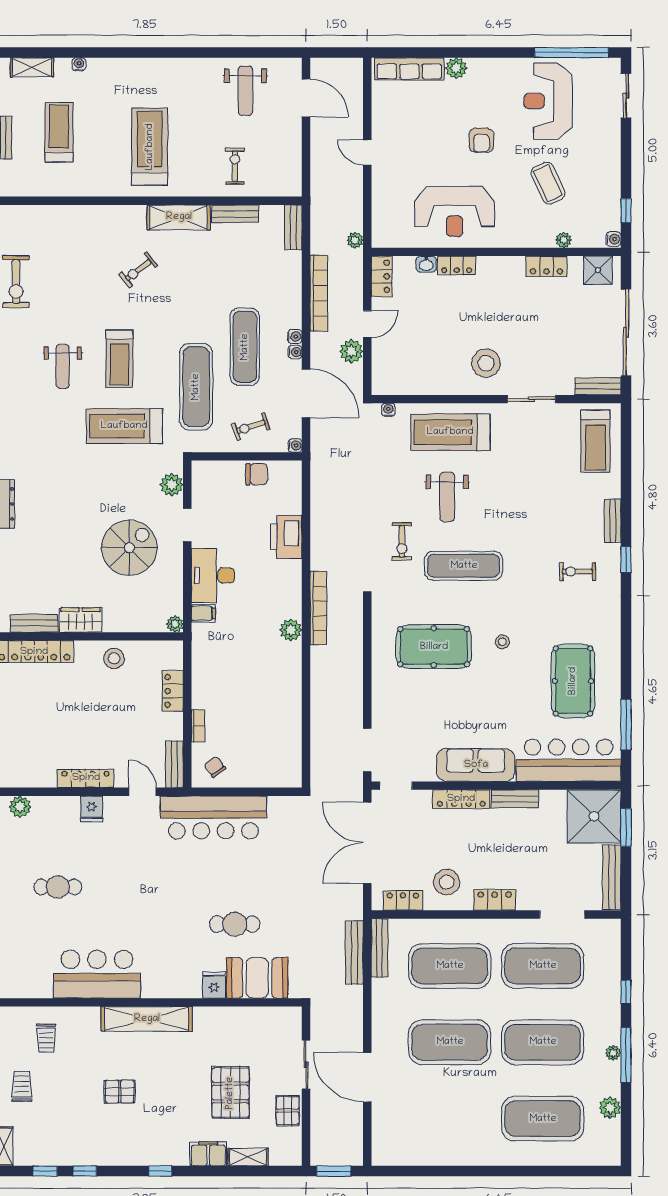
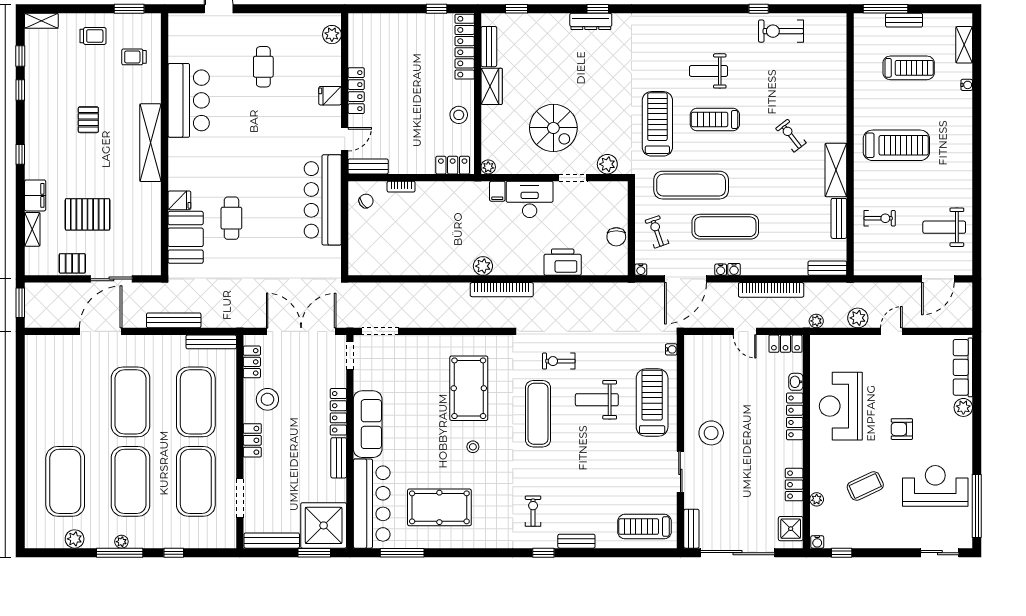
locker: (457, 265) -> (795, 416), width x1.53
plant: (351, 351) -> (858, 318), moved
locker: (173, 691) -> (453, 165), moved
bench: (354, 953) -> (174, 320), moved

